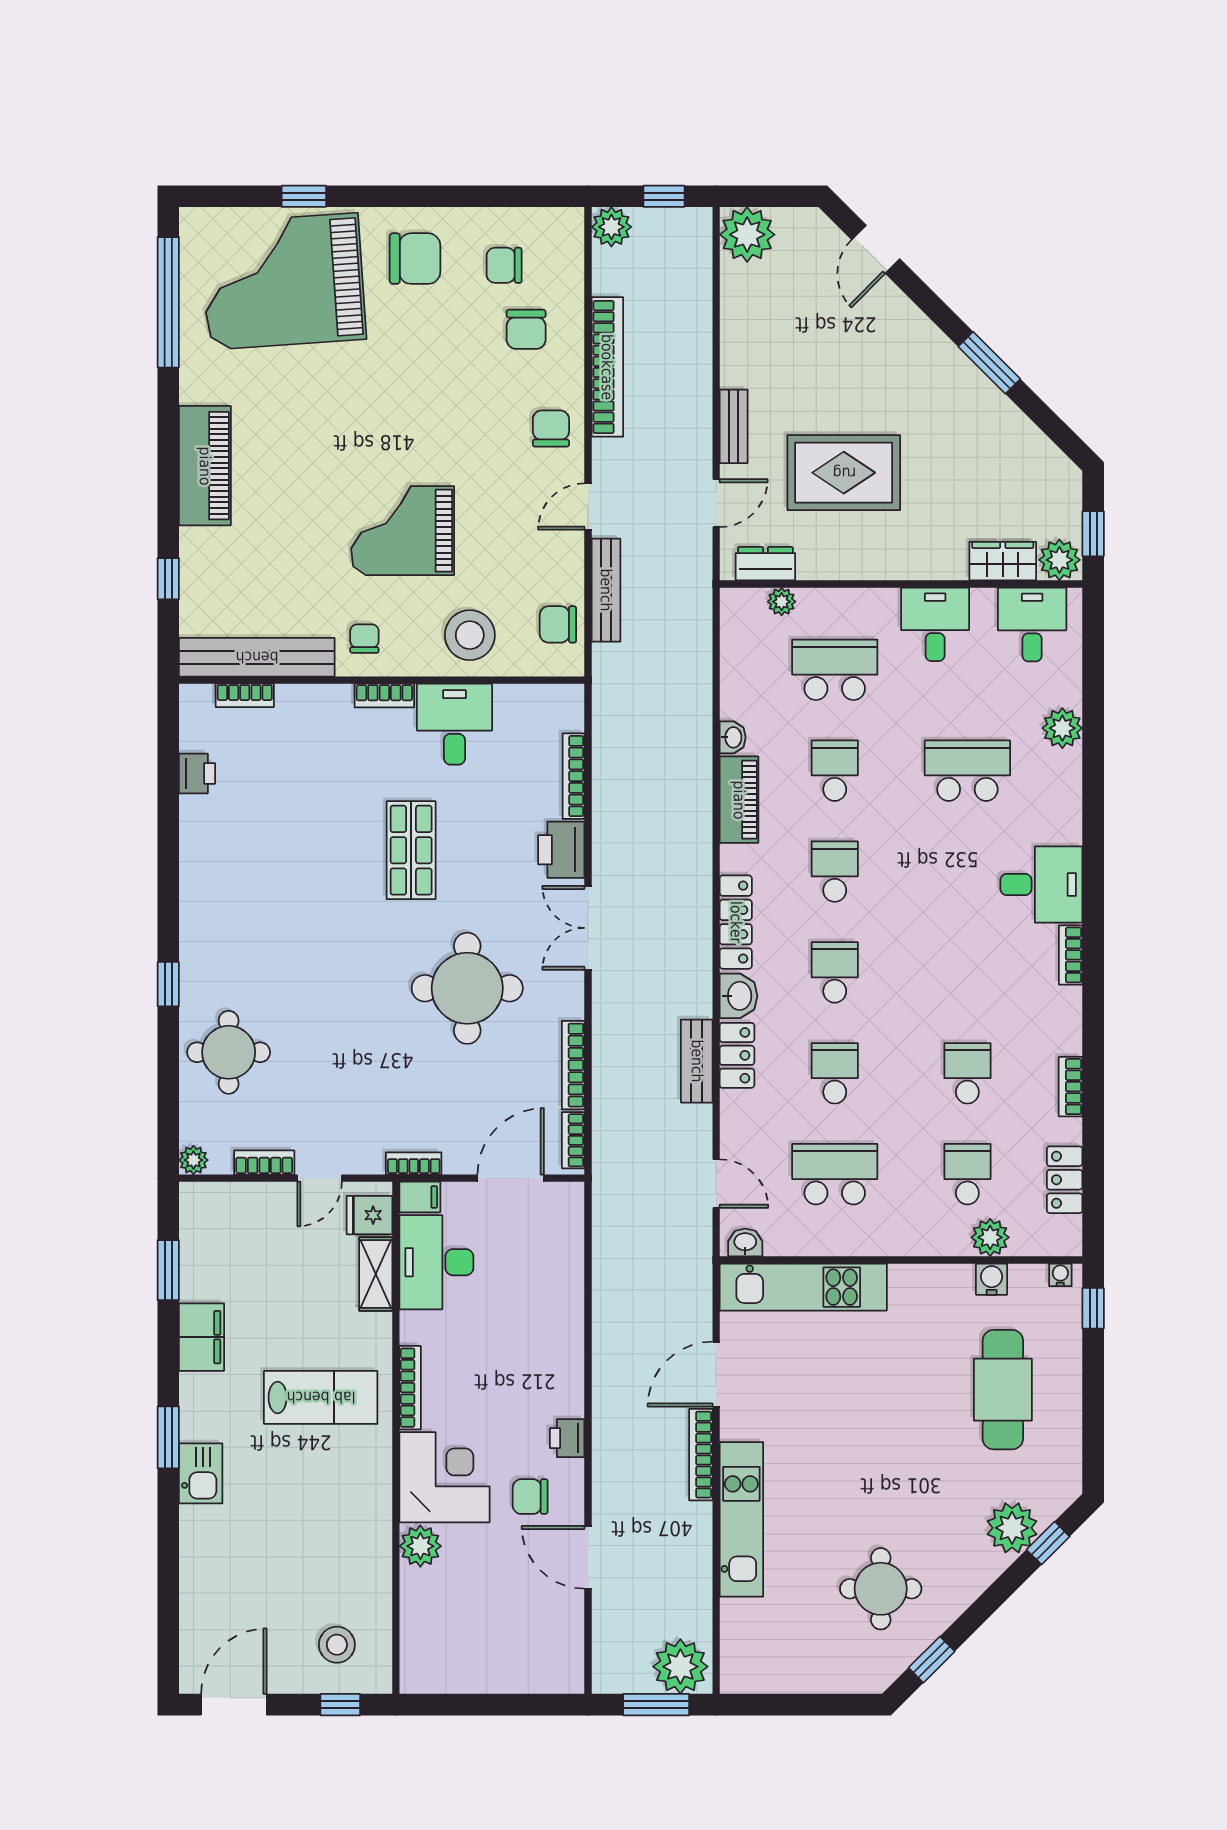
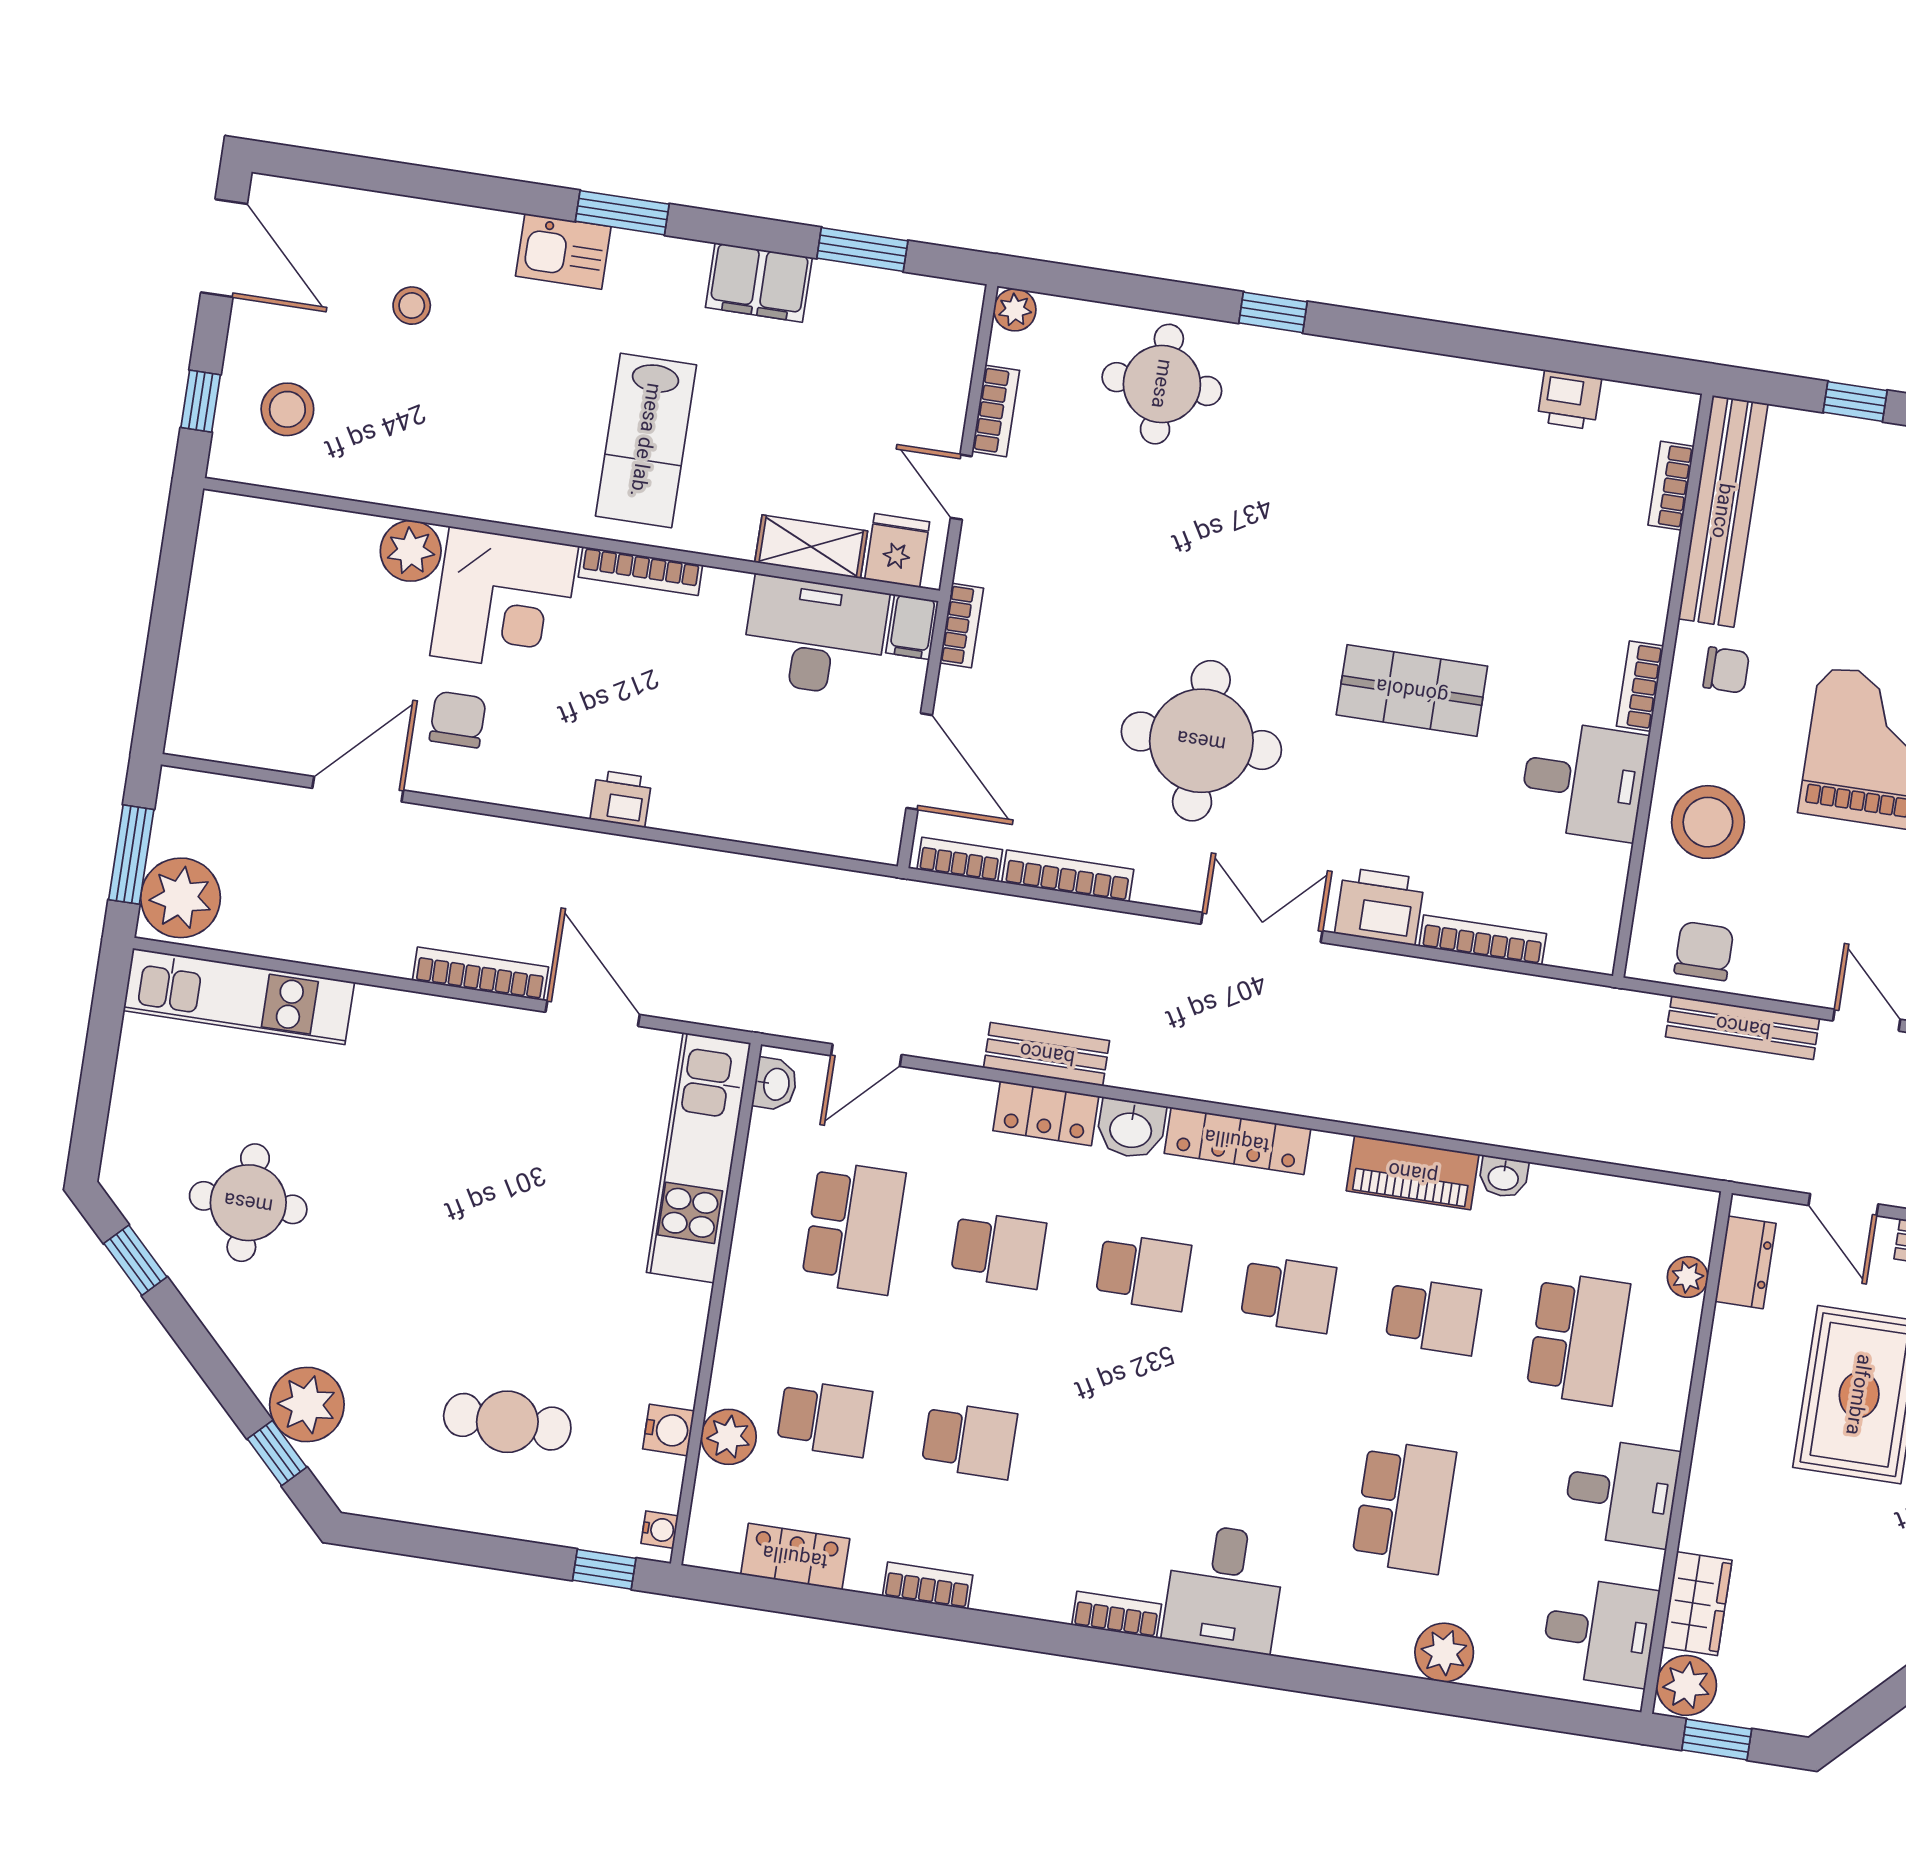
cafe table: (1003, 1390) -> (507, 1422), width x0.73, depth x0.74
printer: (567, 1438) -> (621, 799), moved
kitchen unit: (741, 1519) -> (239, 996), moved
stool: (253, 1571) -> (412, 306), added

